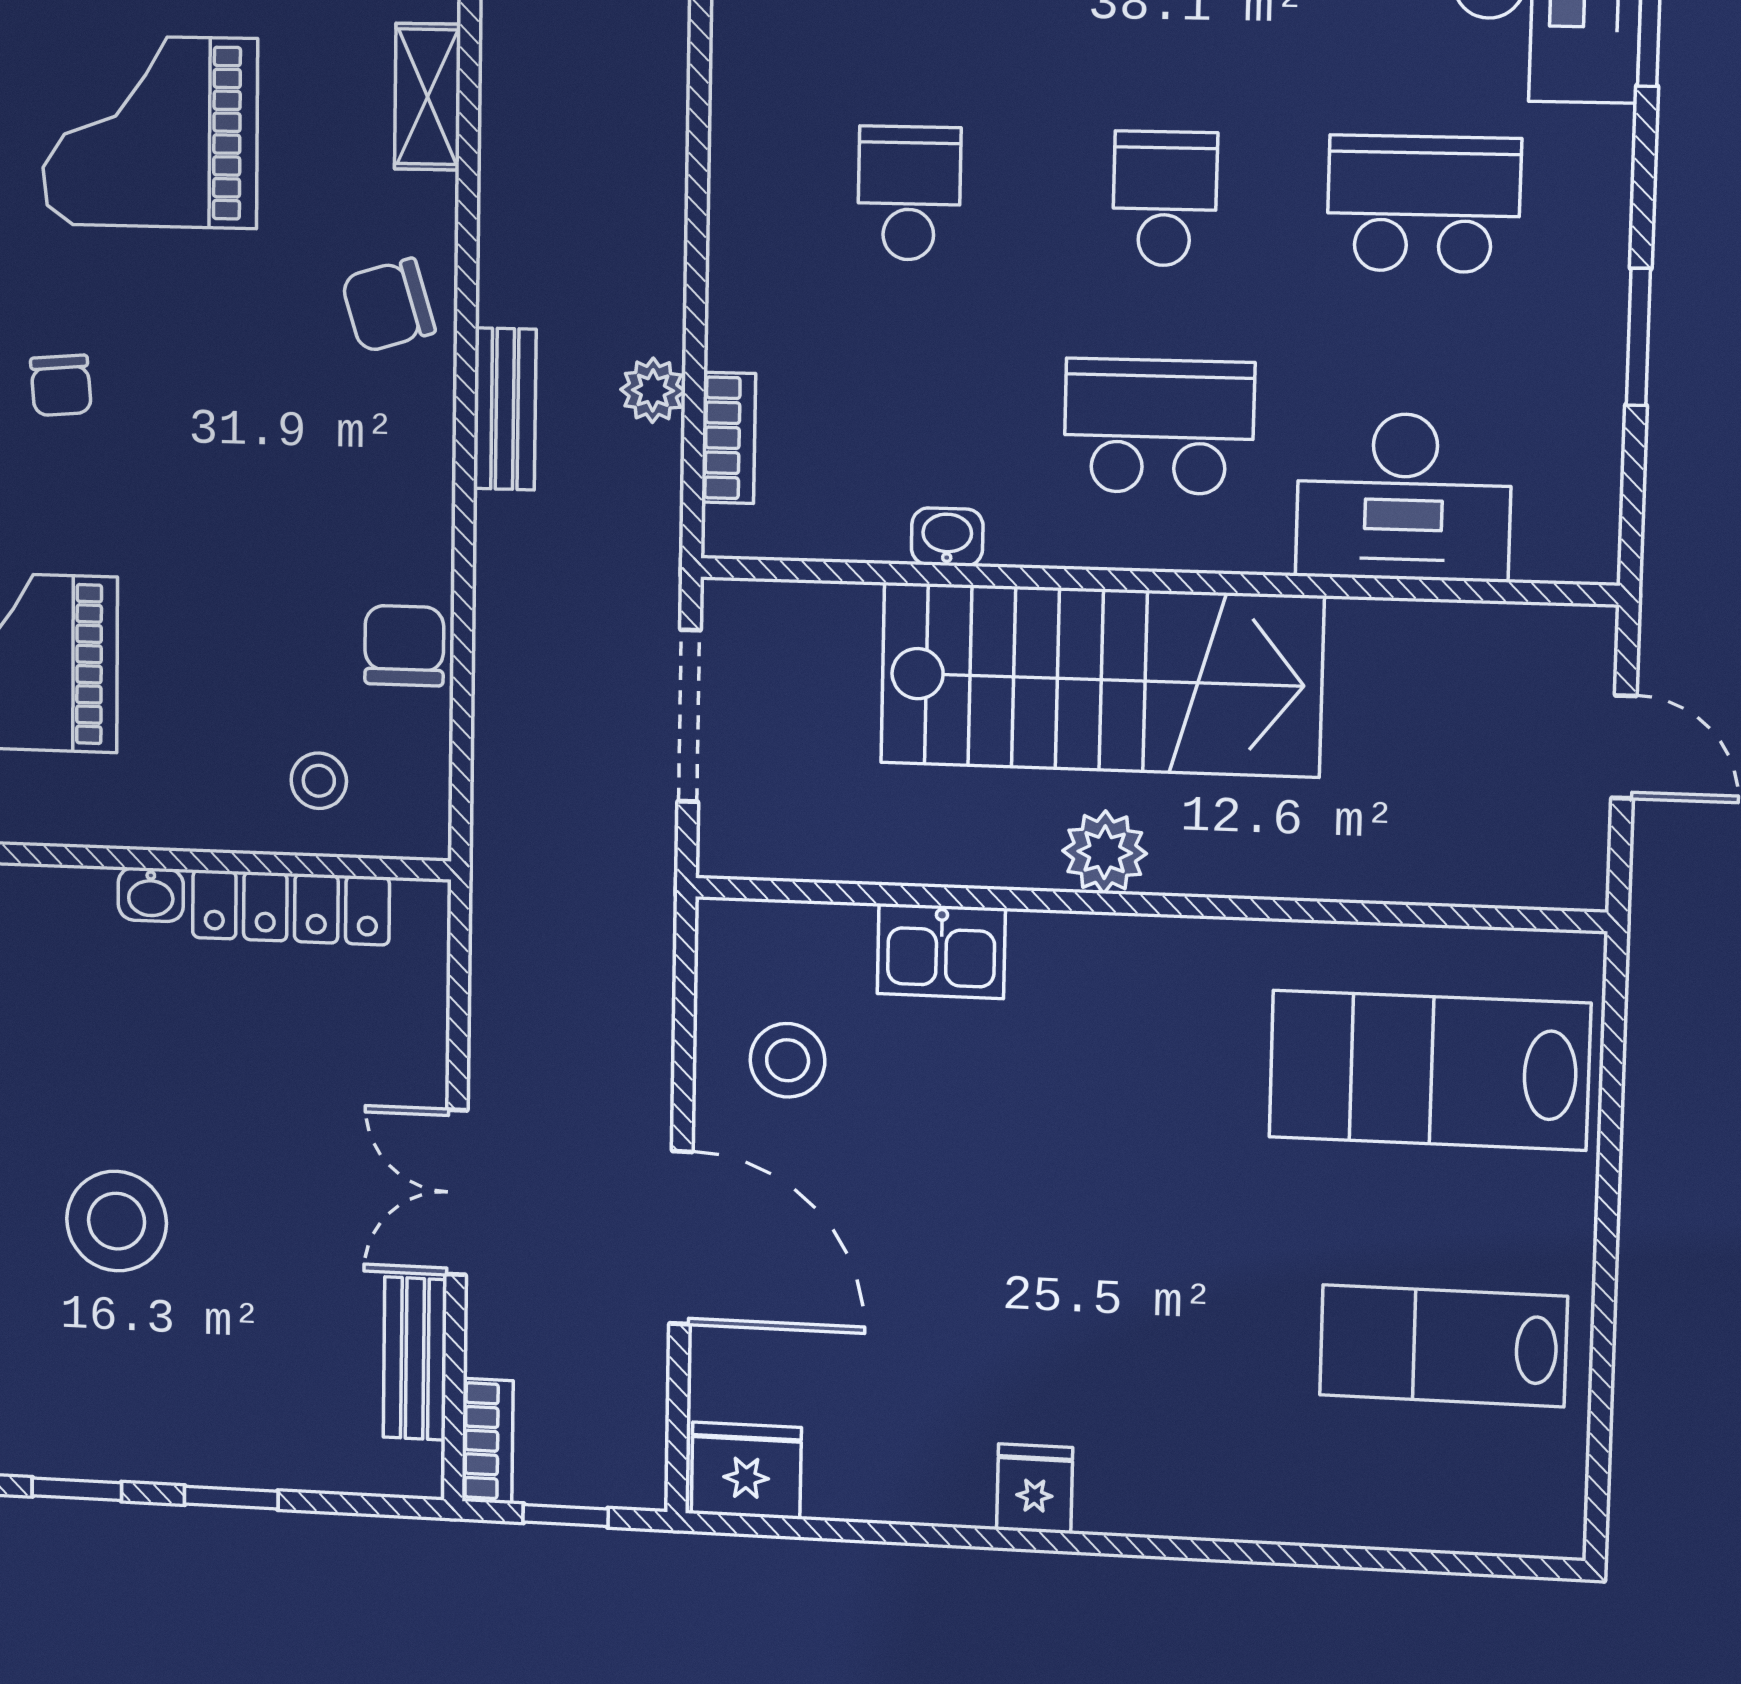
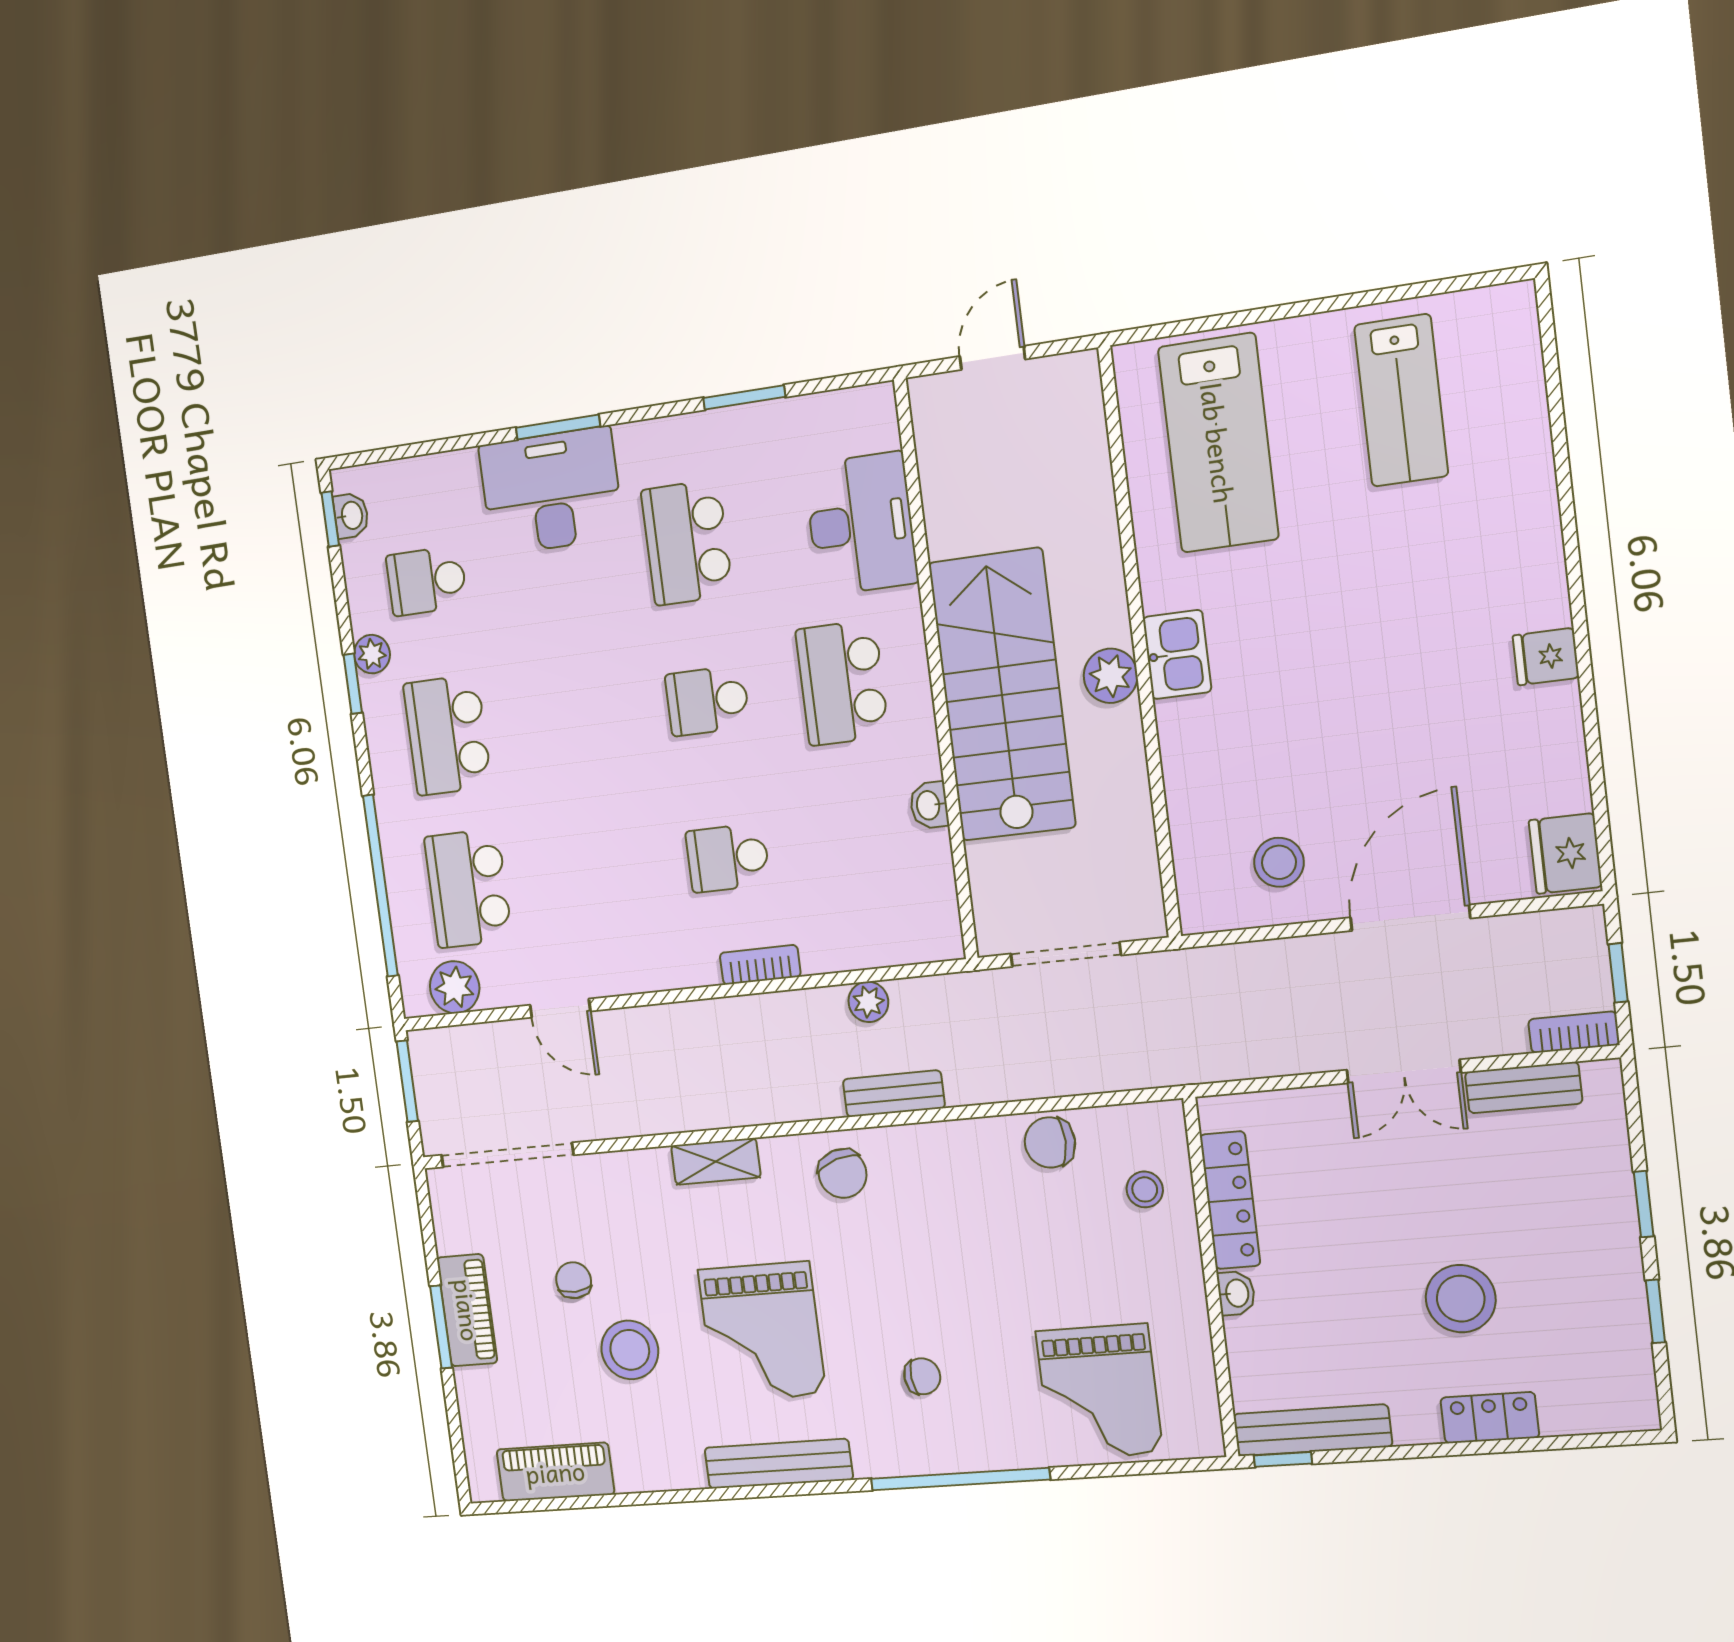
bookcase: (729, 438) -> (760, 965), moved
kitchen sink: (941, 951) -> (1177, 654), moved

